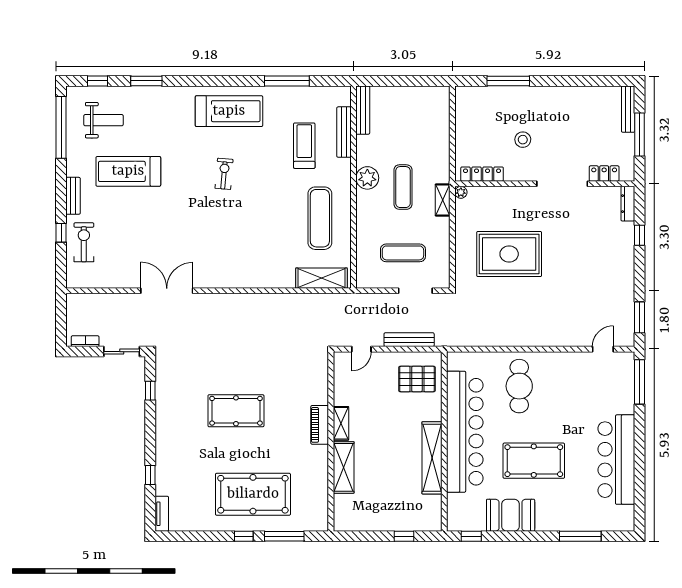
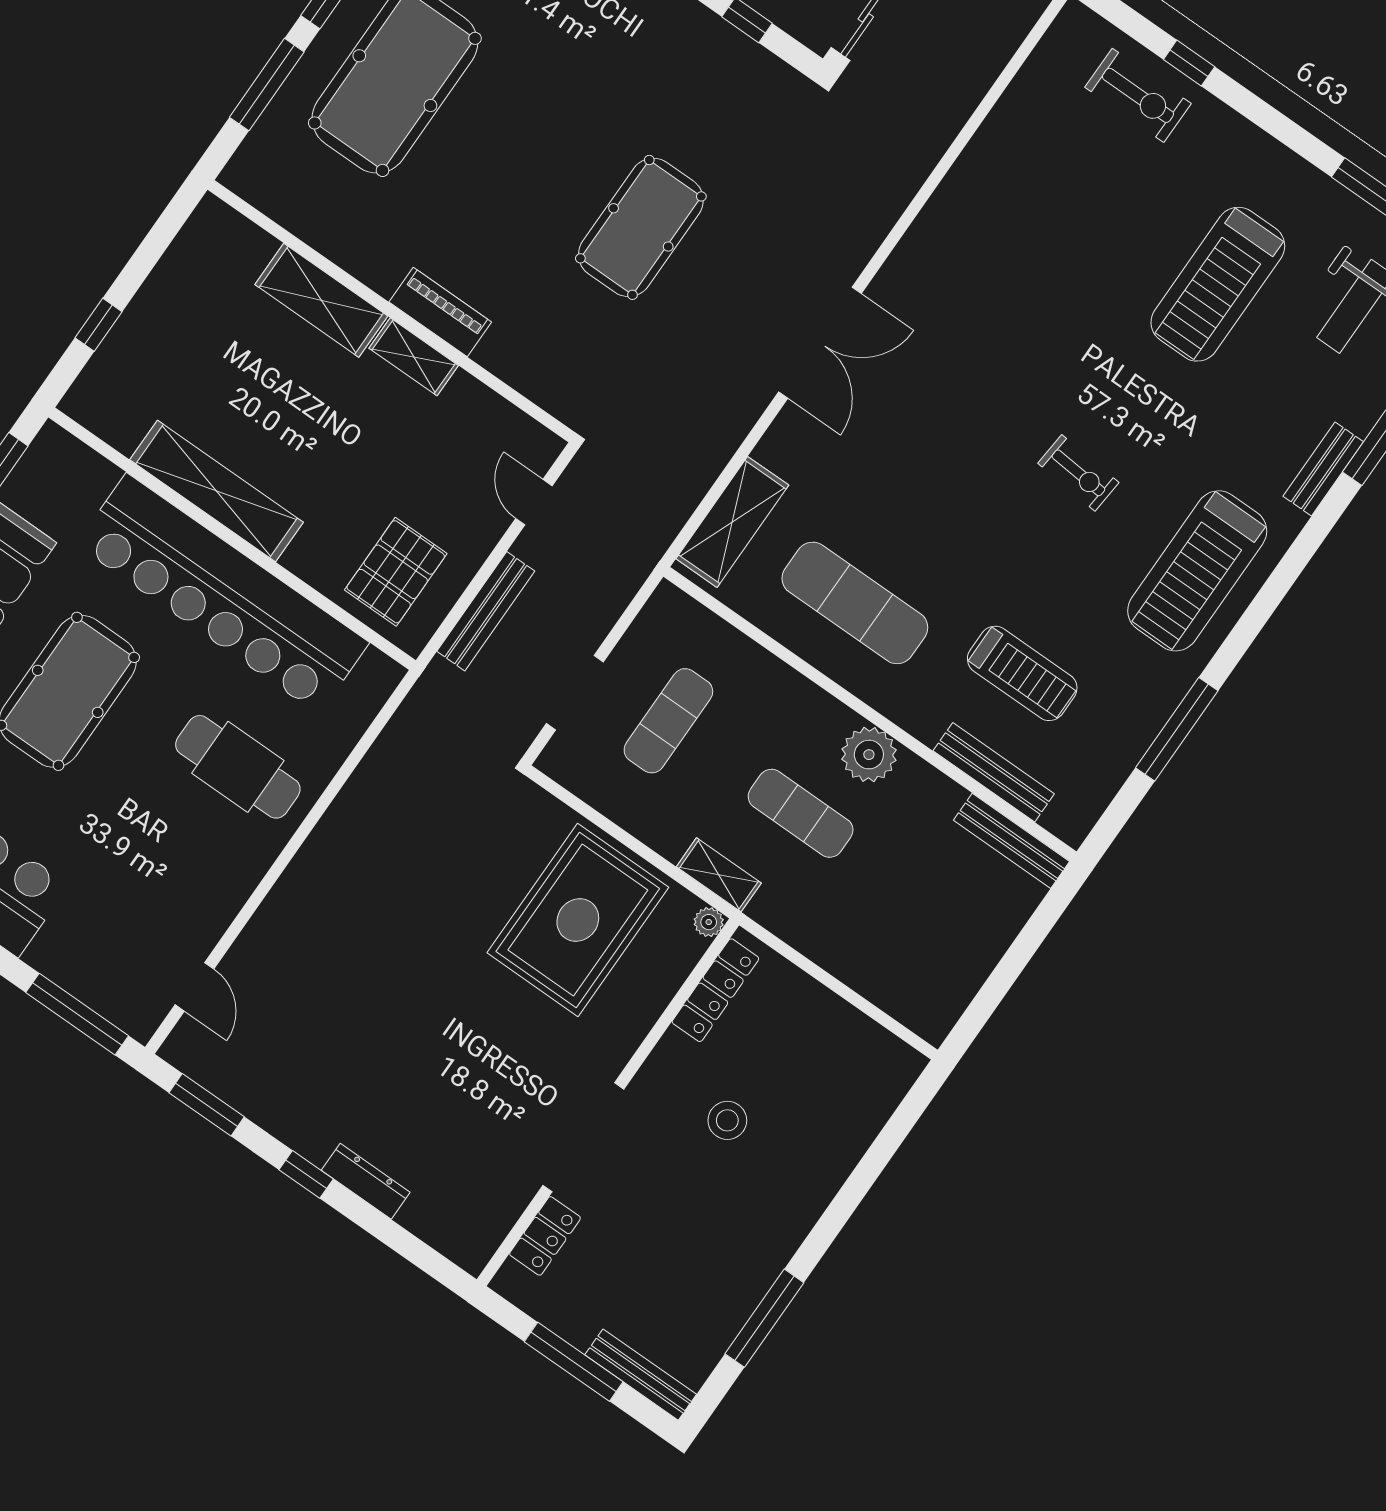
window: (508, 81) -> (764, 1318), moved
treadmill: (128, 171) -> (1218, 284), turned 180
bench: (73, 196) -> (1323, 469), moved, turned 90
dresser: (628, 204) -> (366, 1181), moved
window: (639, 235) -> (306, 1174), moved
rug: (509, 254) -> (578, 920), moved
double door: (167, 291) -> (820, 343), moved
pool table: (236, 411) -> (641, 227), moved

